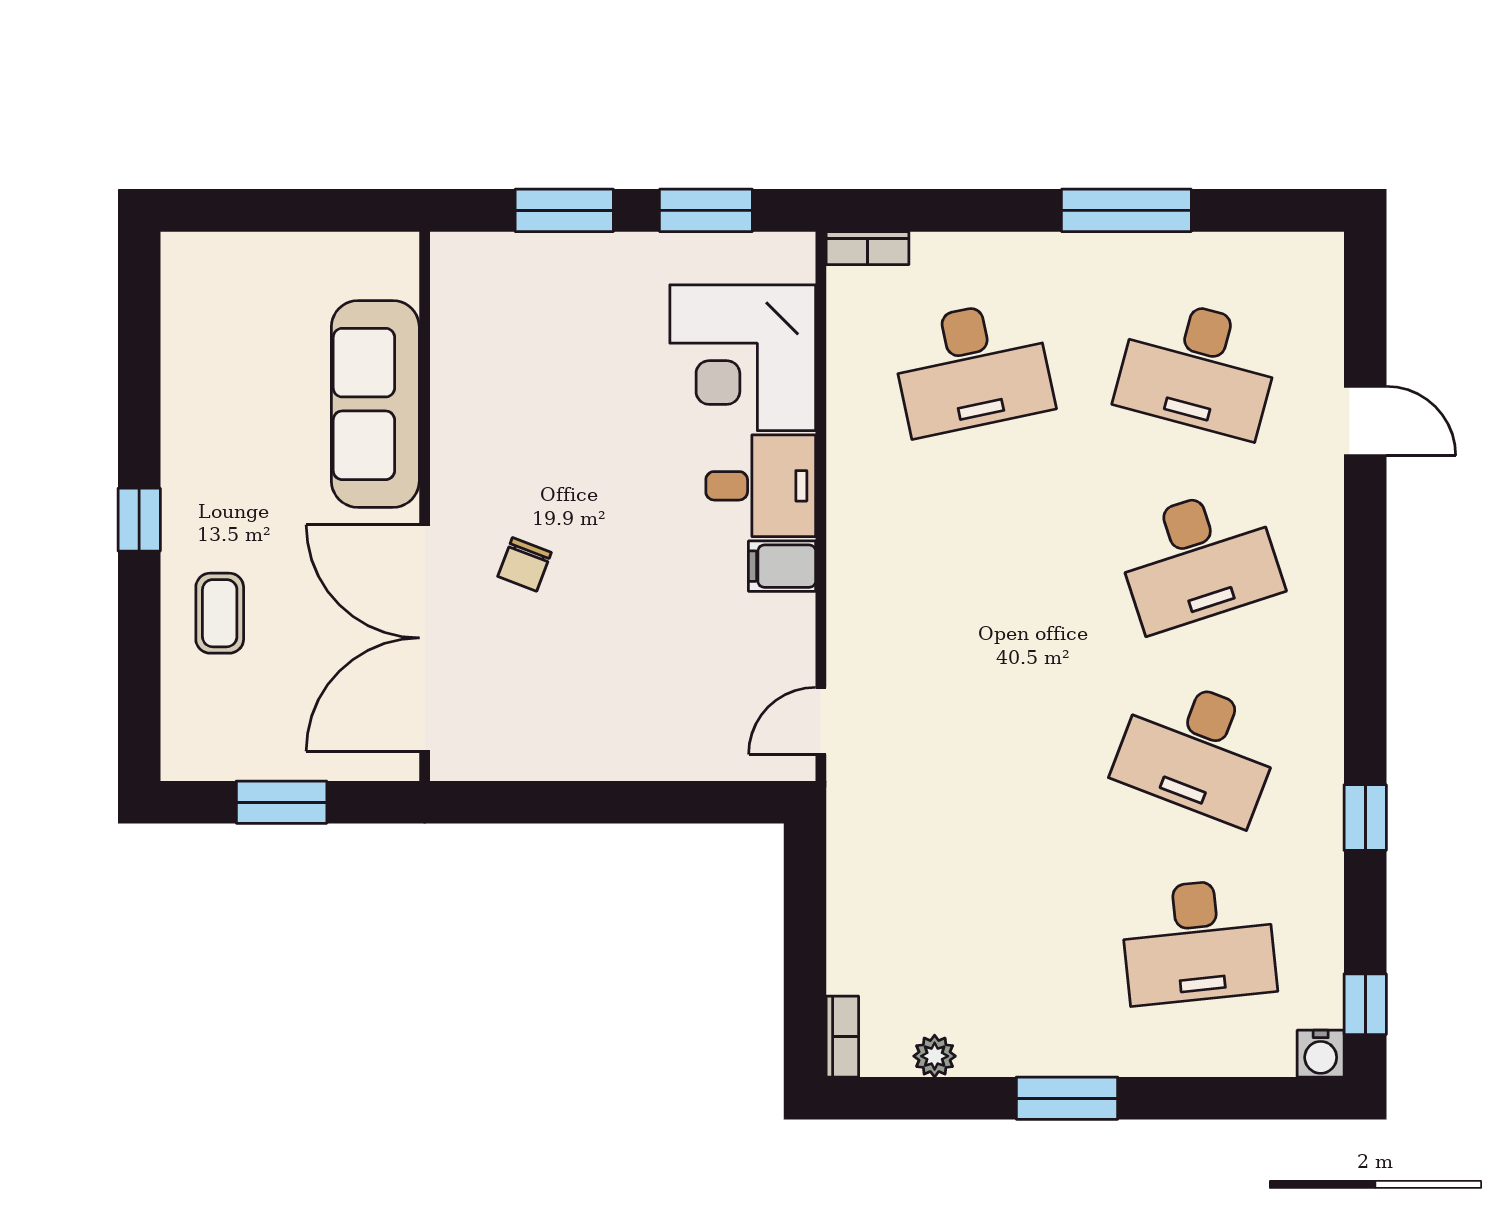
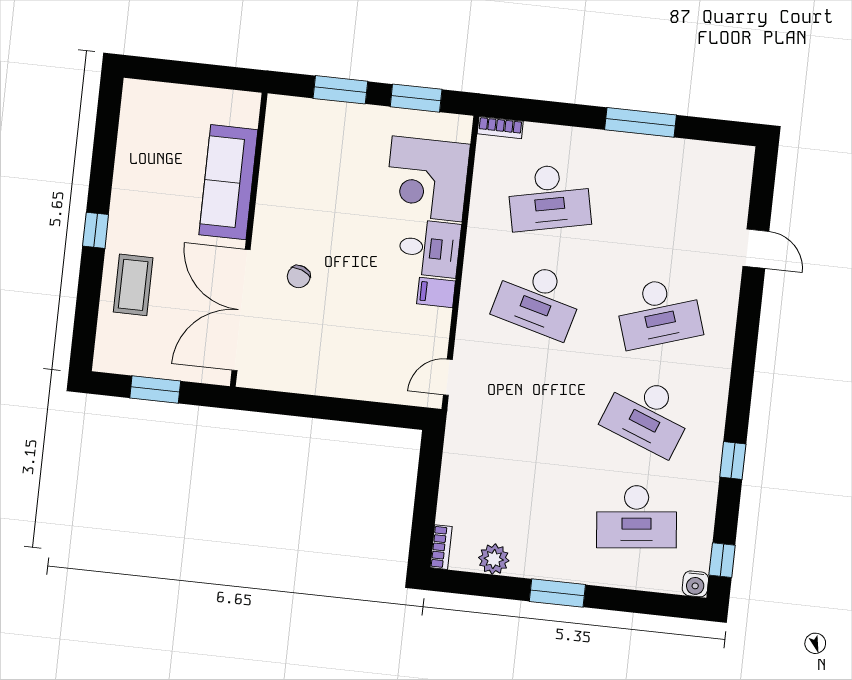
desk: (1198, 367) -> (538, 299), moved
coffee table: (220, 613) -> (133, 285), width x1.36, depth x1.30
plant: (935, 1056) -> (494, 559), width x1.38, depth x1.38

